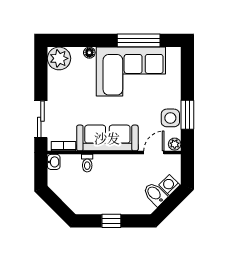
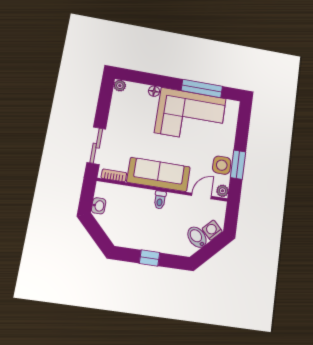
plant: (59, 58) -> (120, 86), width x0.53, depth x0.53
washbasin: (54, 162) -> (99, 206), moved
toilet: (87, 163) -> (160, 200), moved

